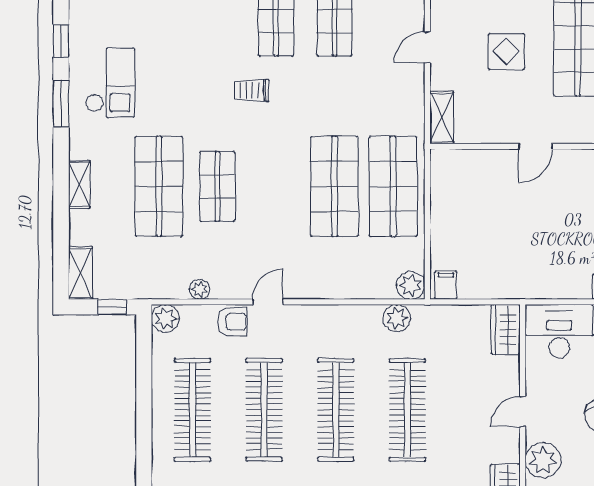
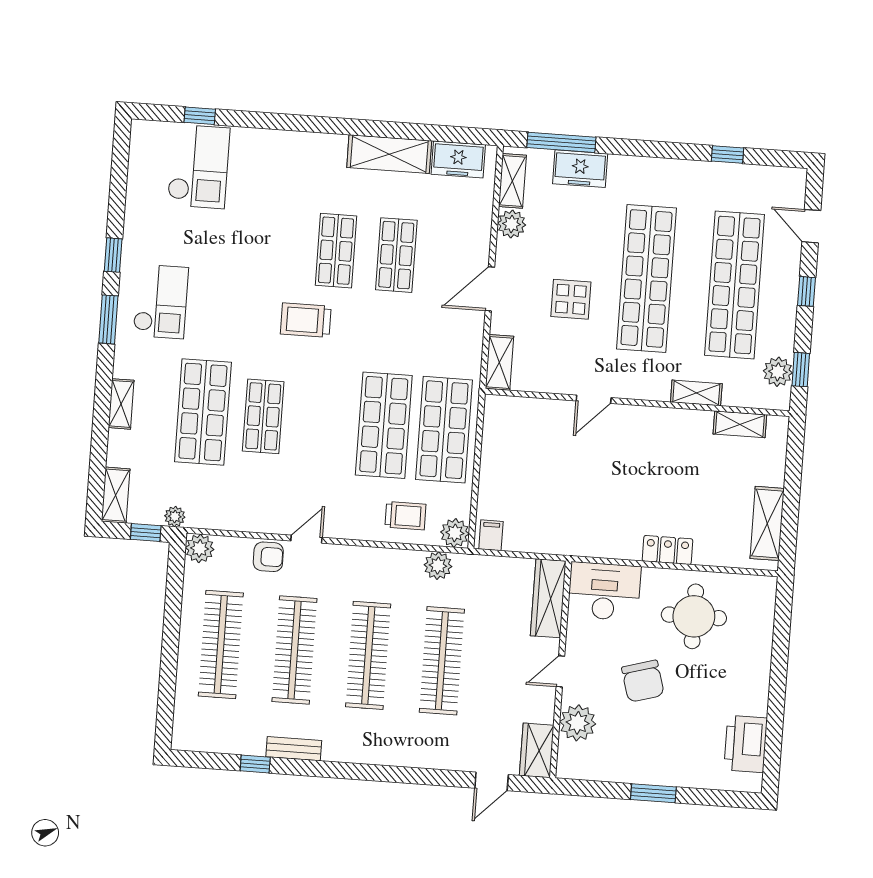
door: (427, 47) -> (490, 289), width x1.38
trolley: (252, 90) -> (306, 320), width x1.36, depth x1.39
trolley: (362, 272) -> (405, 516), added
plant: (199, 289) -> (175, 516), moved
wardrobe: (506, 329) -> (548, 598), width x1.50

